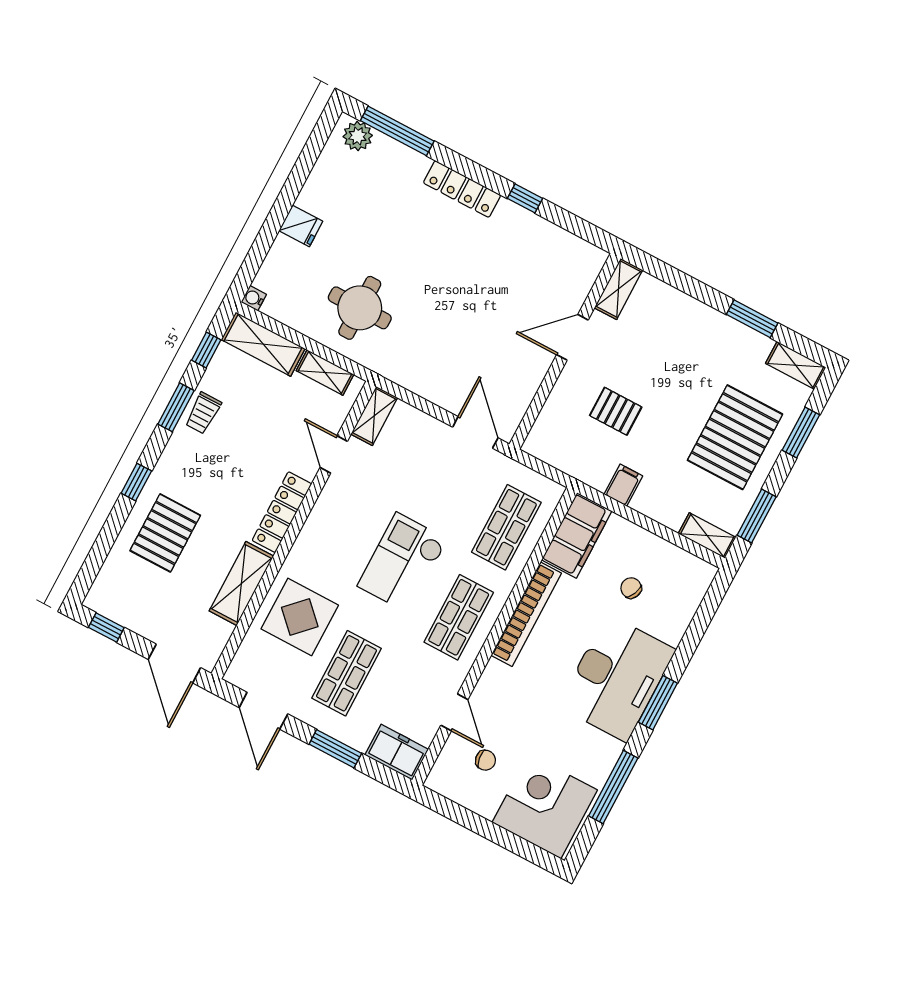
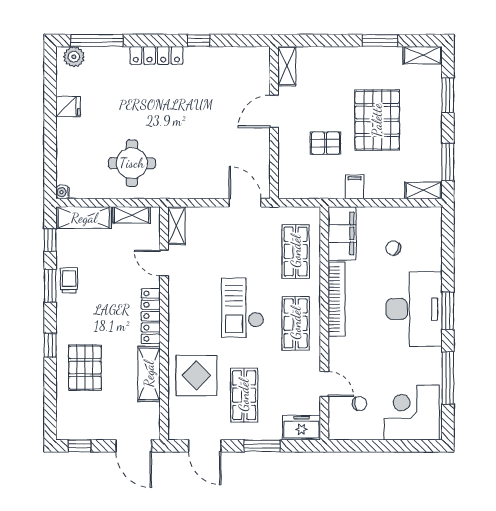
fridge: (301, 226) -> (68, 107), moved
trolley: (203, 413) -> (69, 280), turned 180
pallet: (735, 437) -> (377, 120), moved

